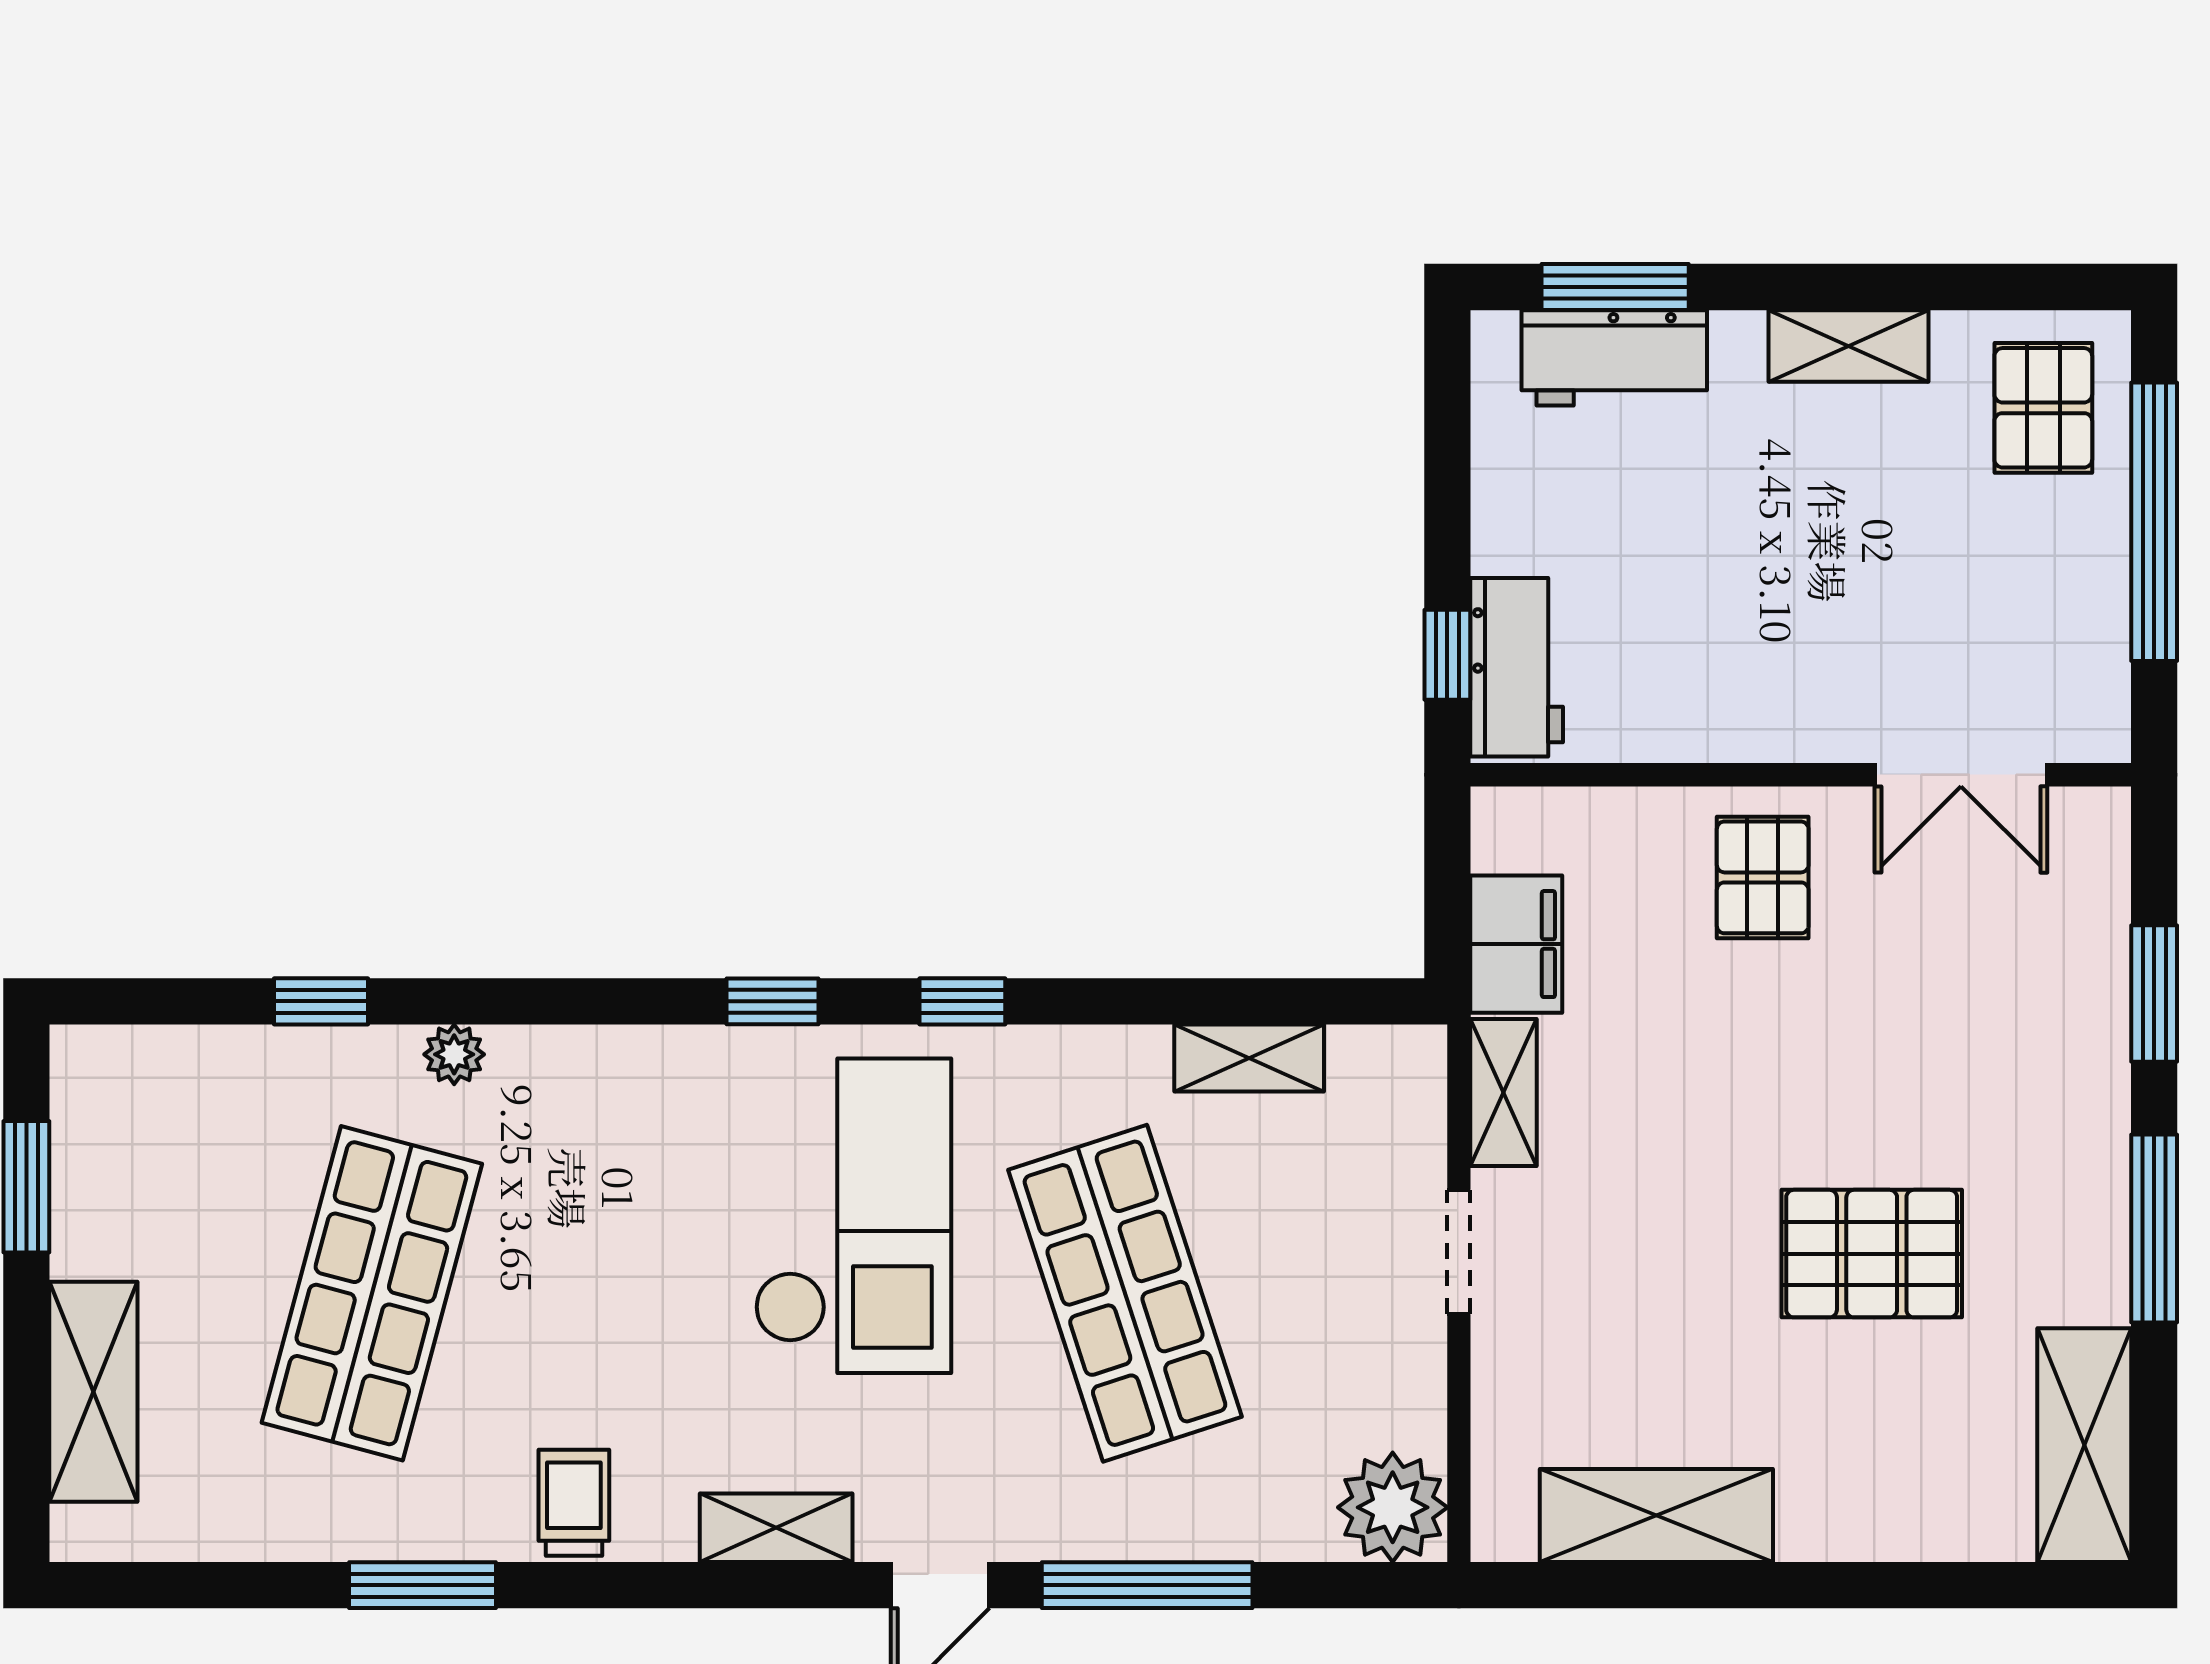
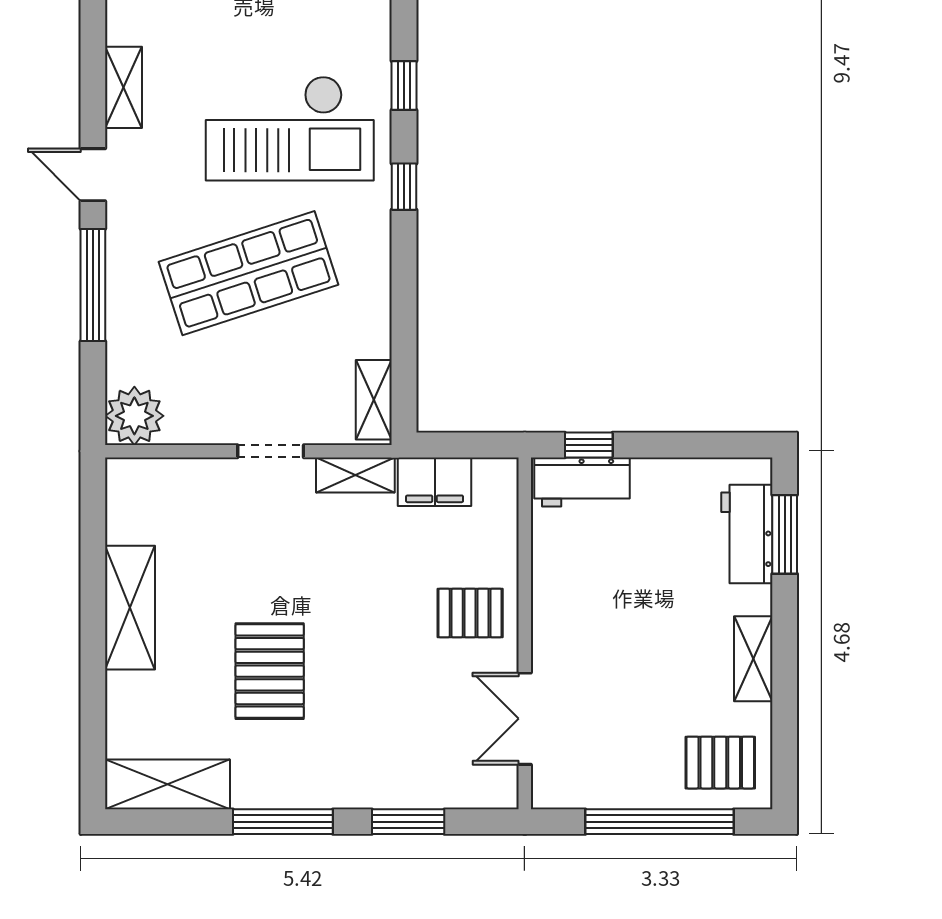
shelving: (1249, 1058) -> (374, 400), moved
shelving: (1656, 1516) -> (130, 608), moved

